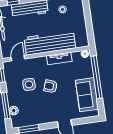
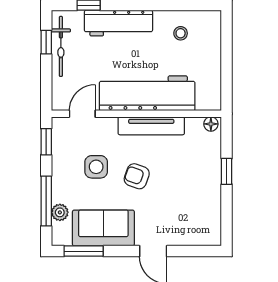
tv unit: (59, 59) -> (151, 126), width x1.41
window: (96, 77) -> (227, 171), width x0.32
sofa: (87, 95) -> (103, 228), moved, turned 90

